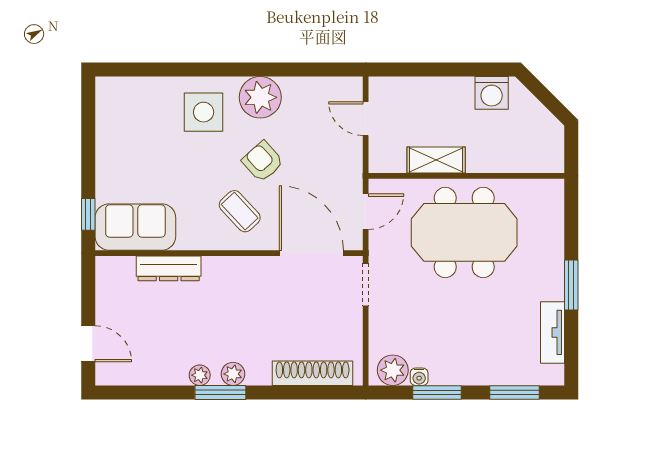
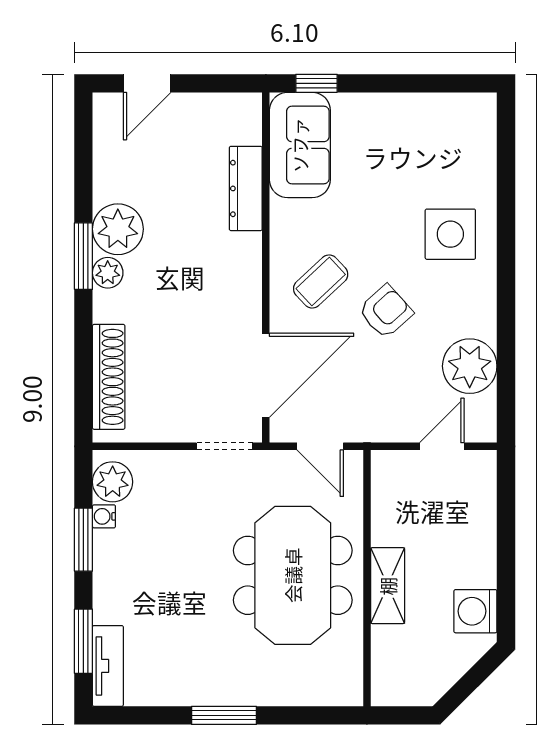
plant: (260, 97) -> (470, 366), moved
shelving: (436, 160) -> (388, 586), moved
tv unit: (552, 332) -> (108, 666), moved, turned 90
plant: (200, 375) -> (118, 229), width x1.88, depth x1.88

